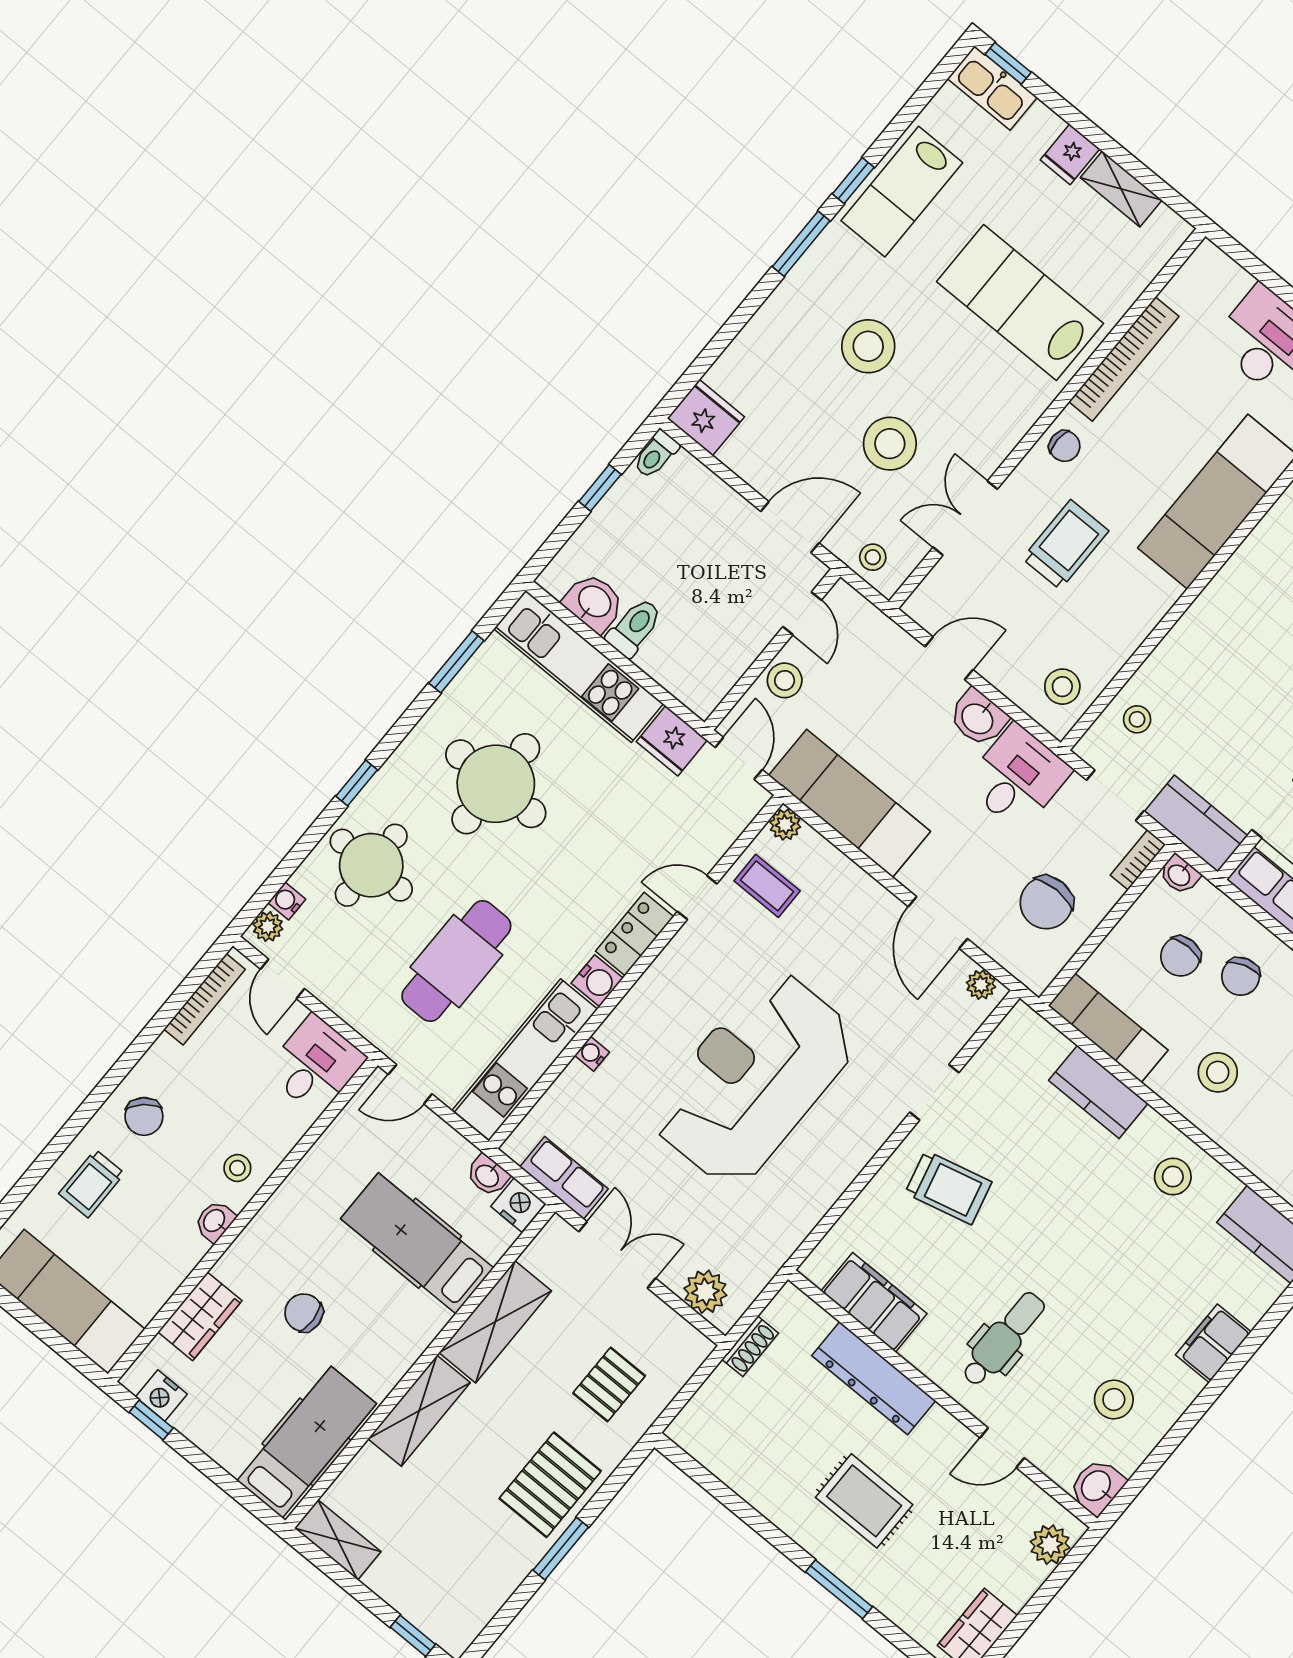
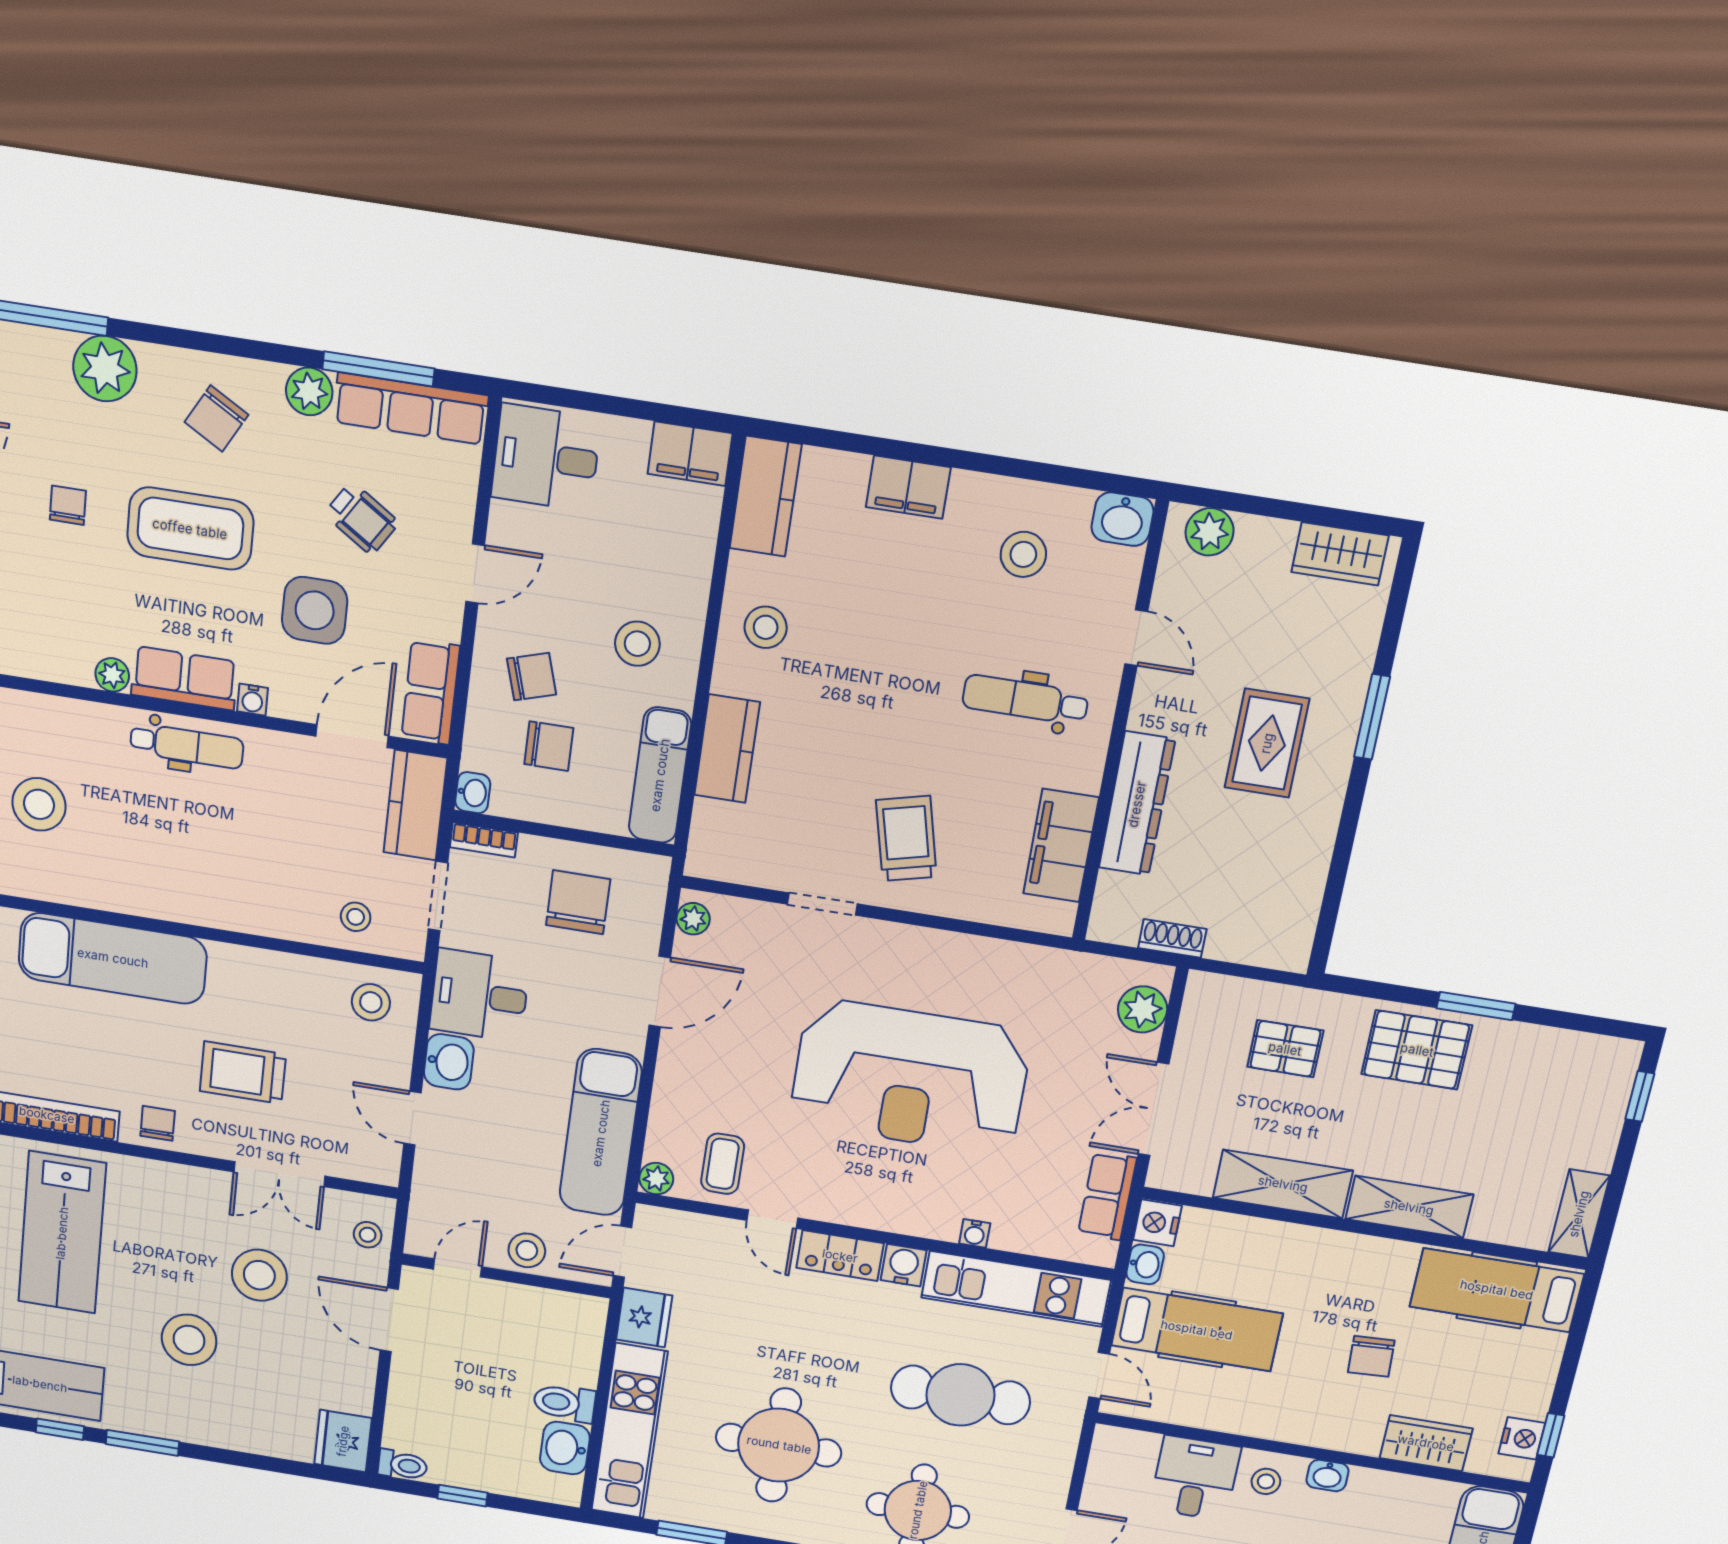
chair: (1046, 903) -> (578, 902), turned -90
desk: (315, 1065) -> (1195, 1478), moved, turned 90
hospital bed: (417, 1243) -> (1197, 1330), moved, turned -90

